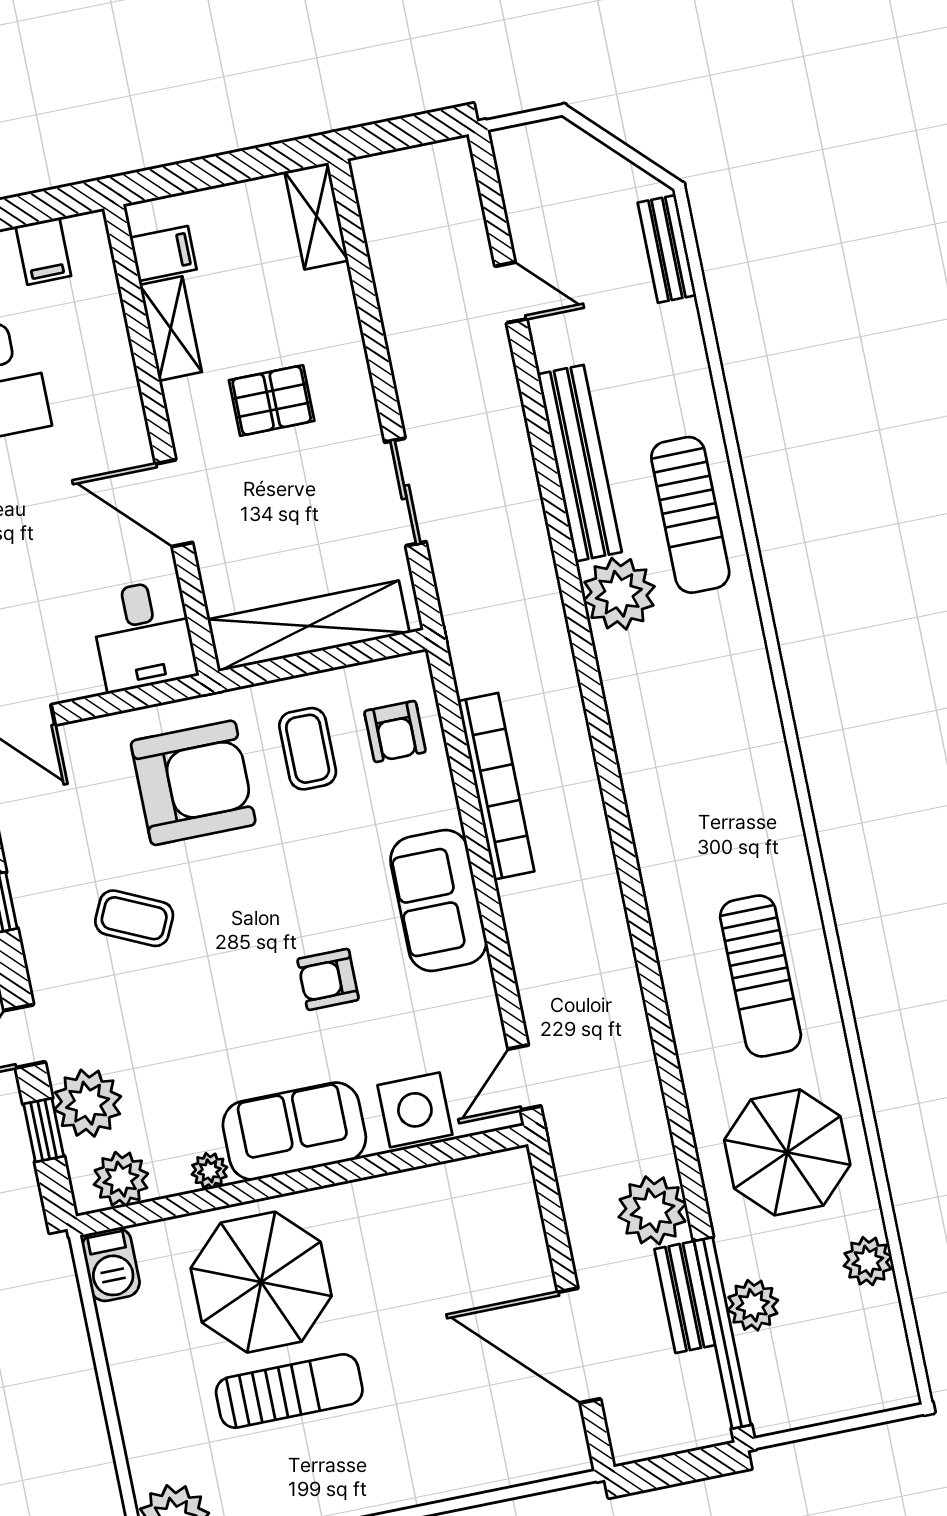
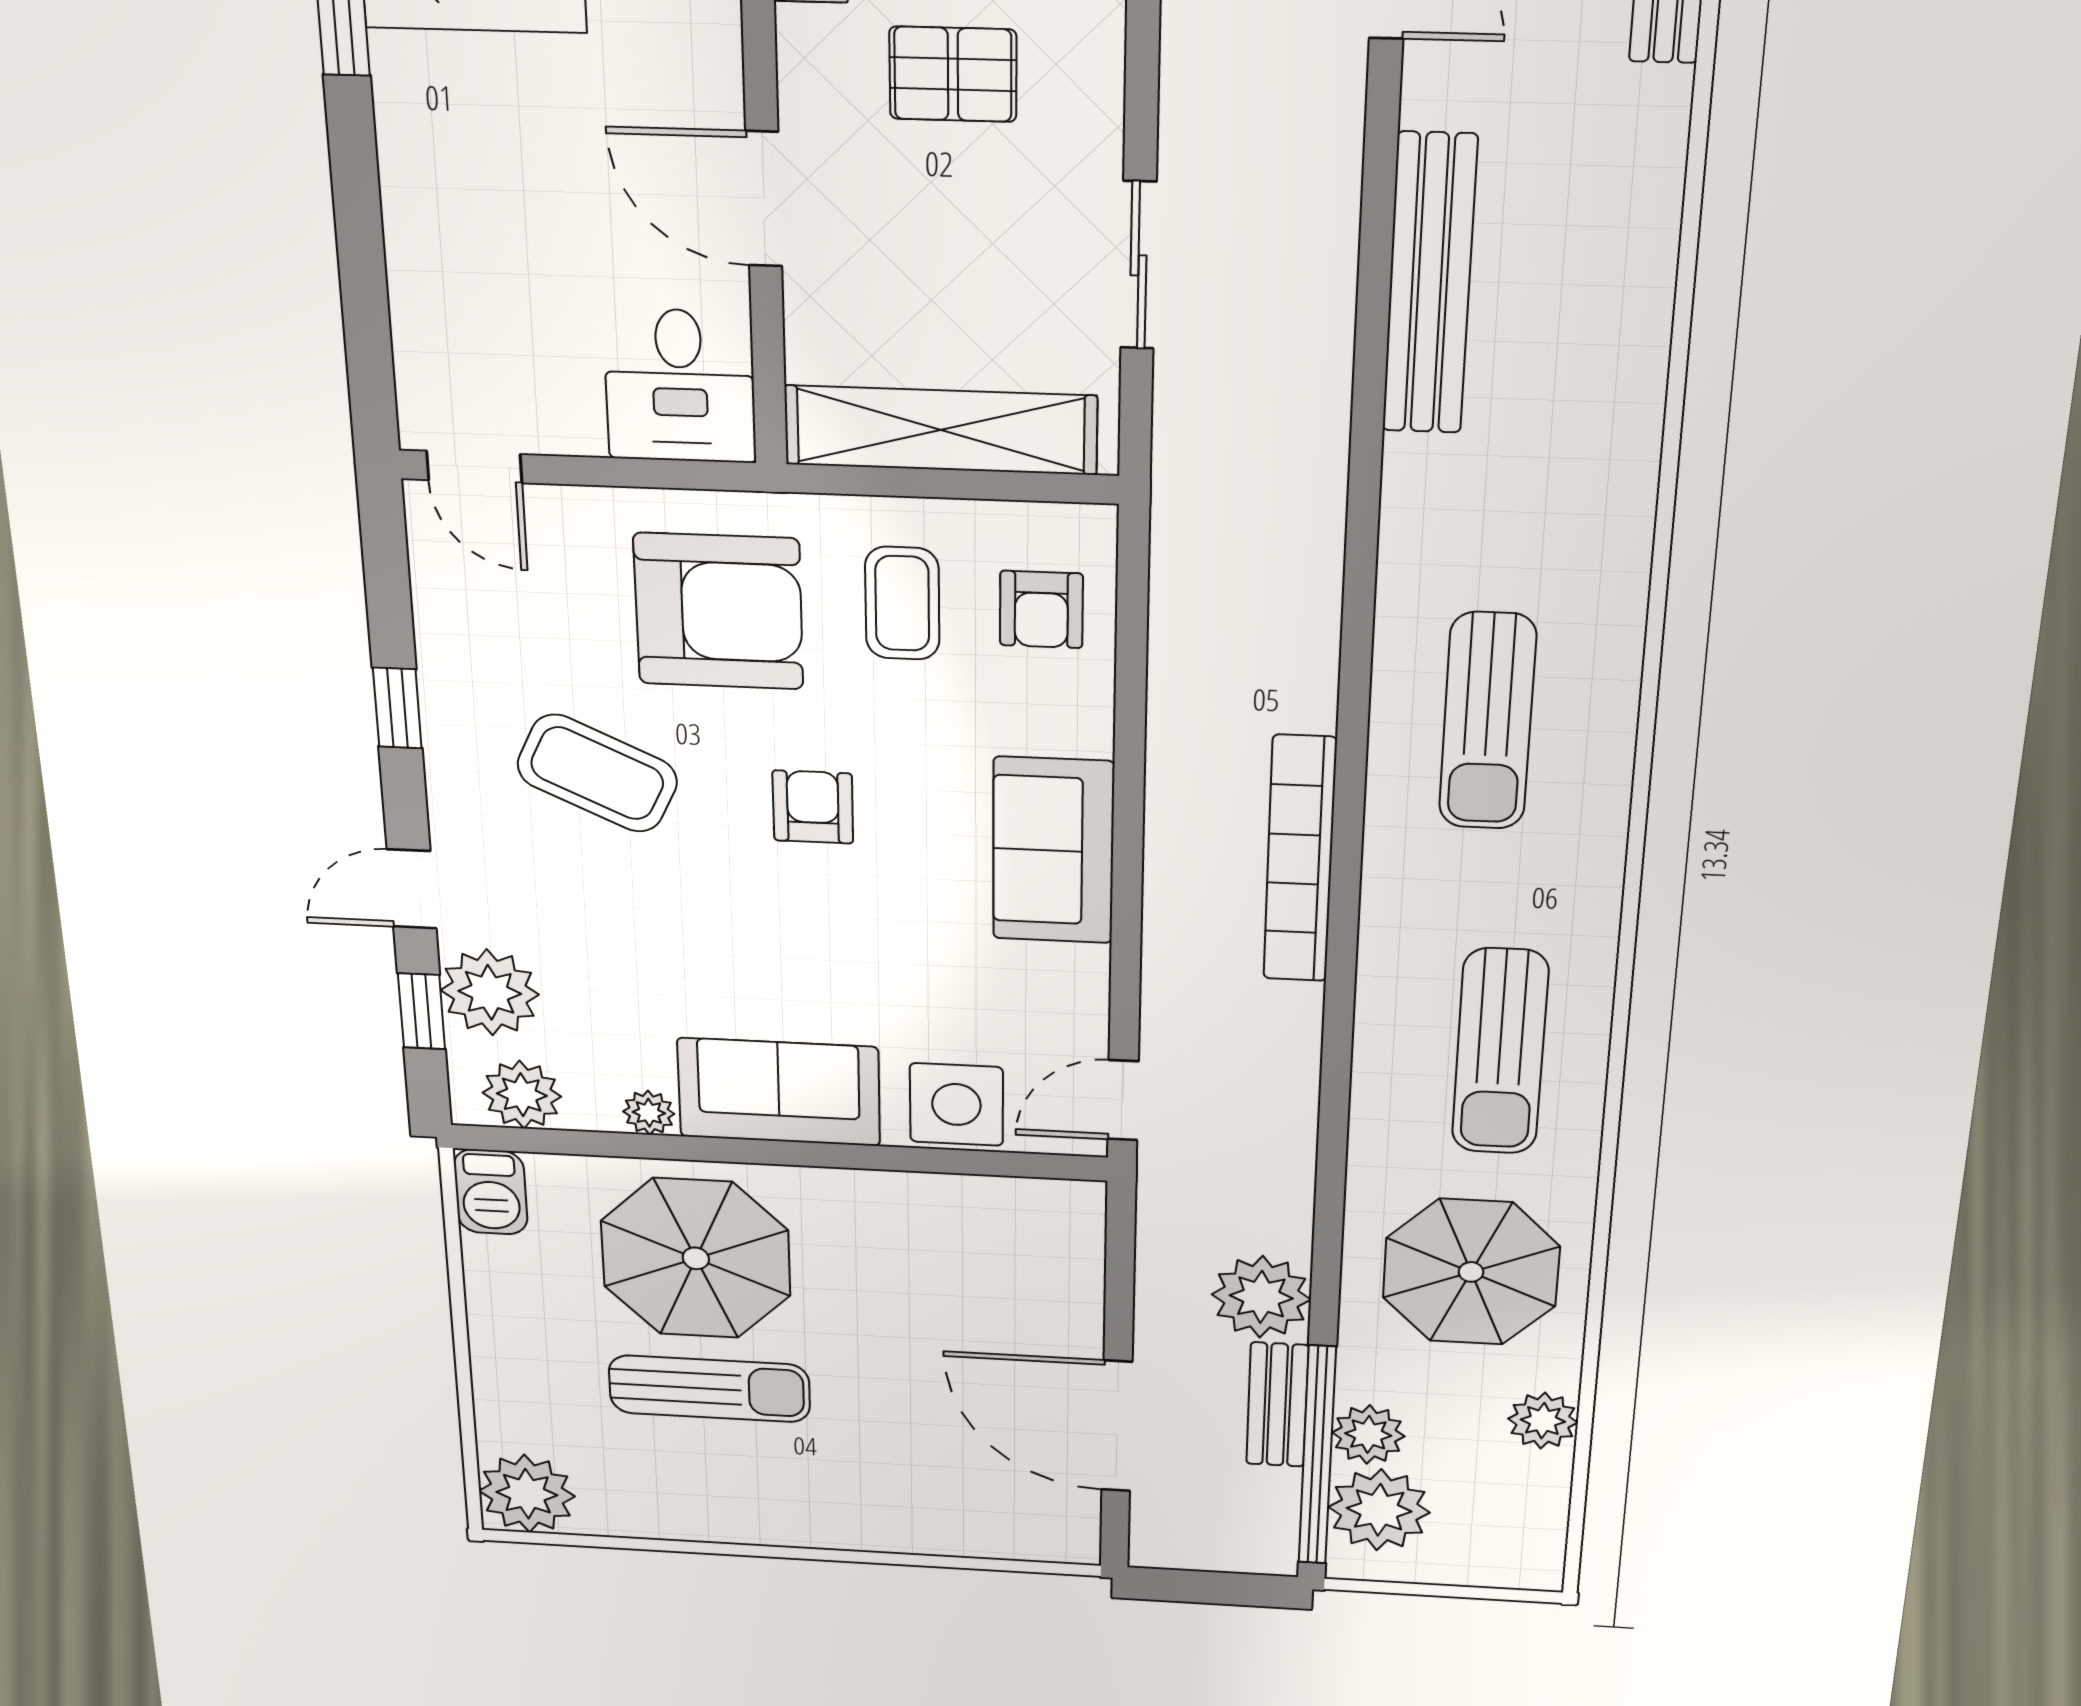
sun lounger: (690, 515) -> (1487, 721), moved
plant: (619, 594) -> (1379, 1510), moved
bookcase: (496, 786) -> (1300, 859), moved, turned 180
coffee table: (134, 918) -> (597, 773), width x1.36, depth x1.30
armchair: (328, 979) -> (813, 807), moved, turned 90

